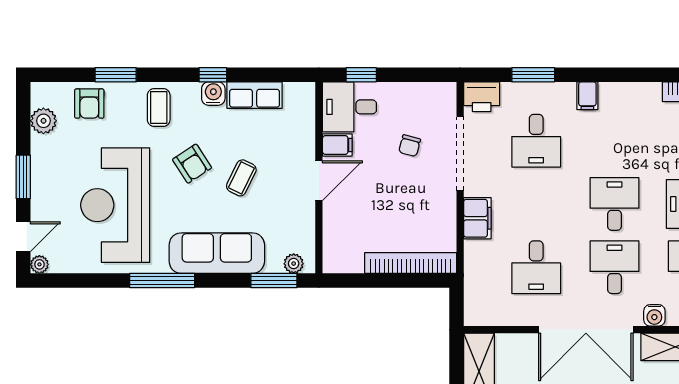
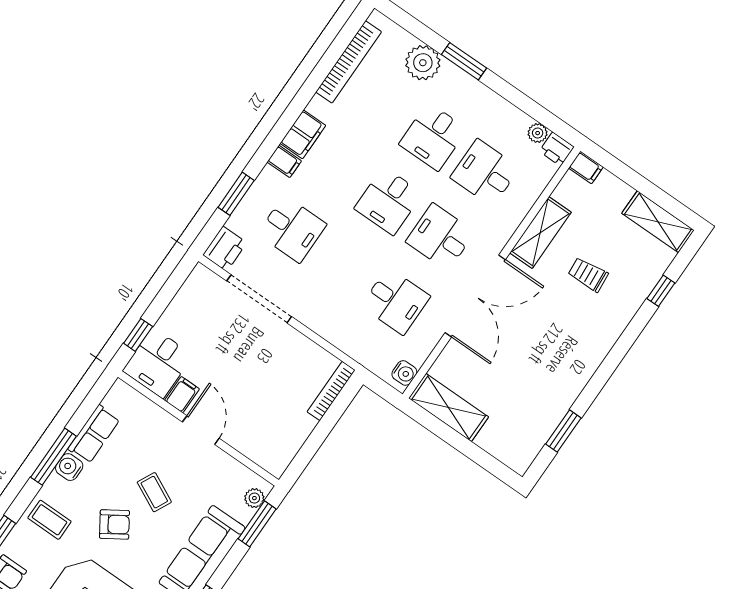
window: (213, 75) -> (53, 457), width x2.17
chair: (410, 146) -> (224, 336), removed
desk: (614, 204) -> (388, 201), turned -90
filing cabinet: (477, 218) -> (303, 134), moved, turned 90
bookcase: (411, 263) -> (331, 391), width x0.68, depth x0.76
water cooler: (654, 315) -> (404, 373), moved

